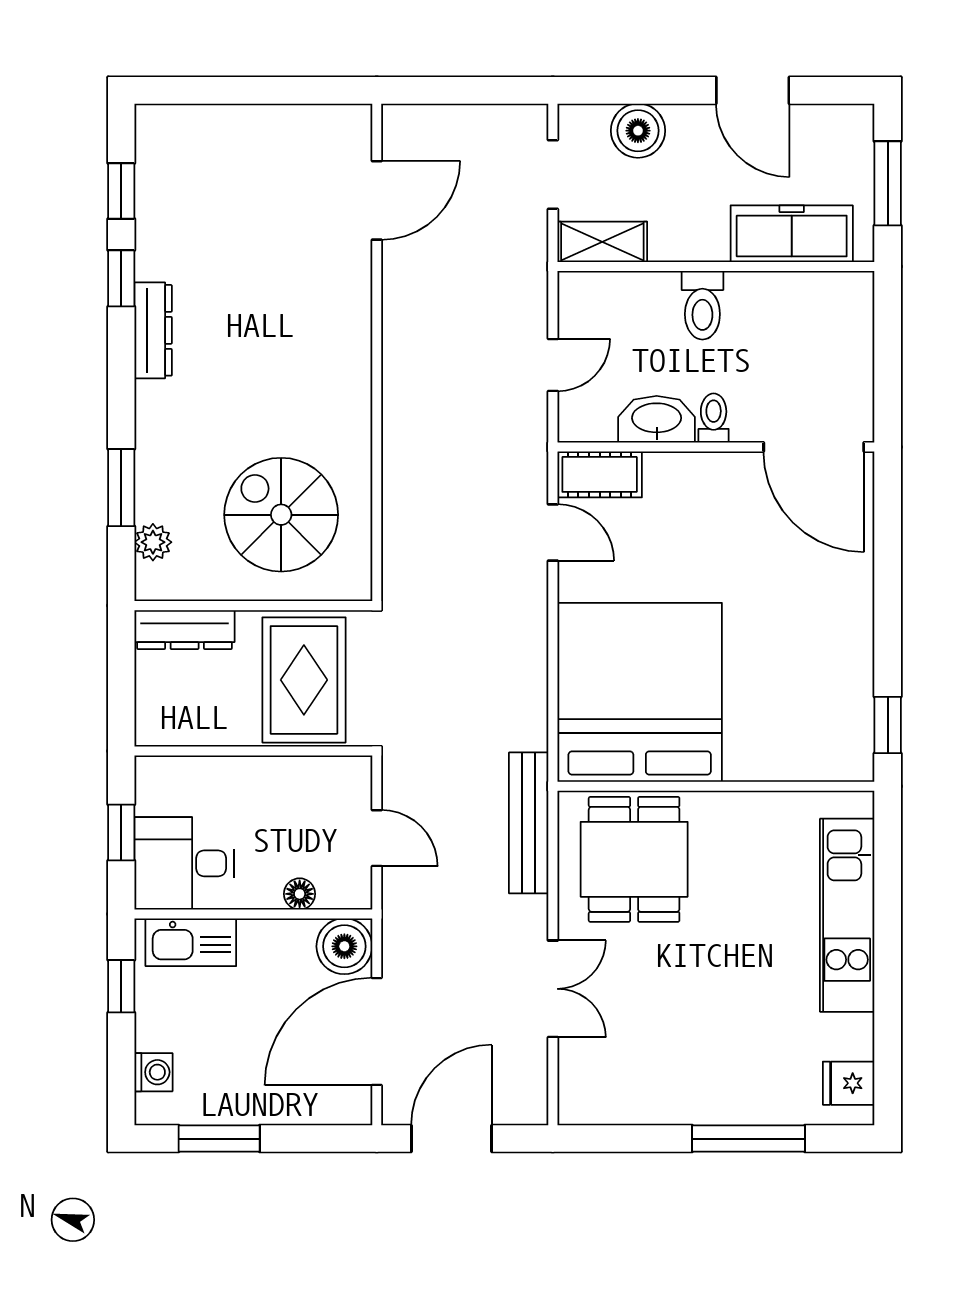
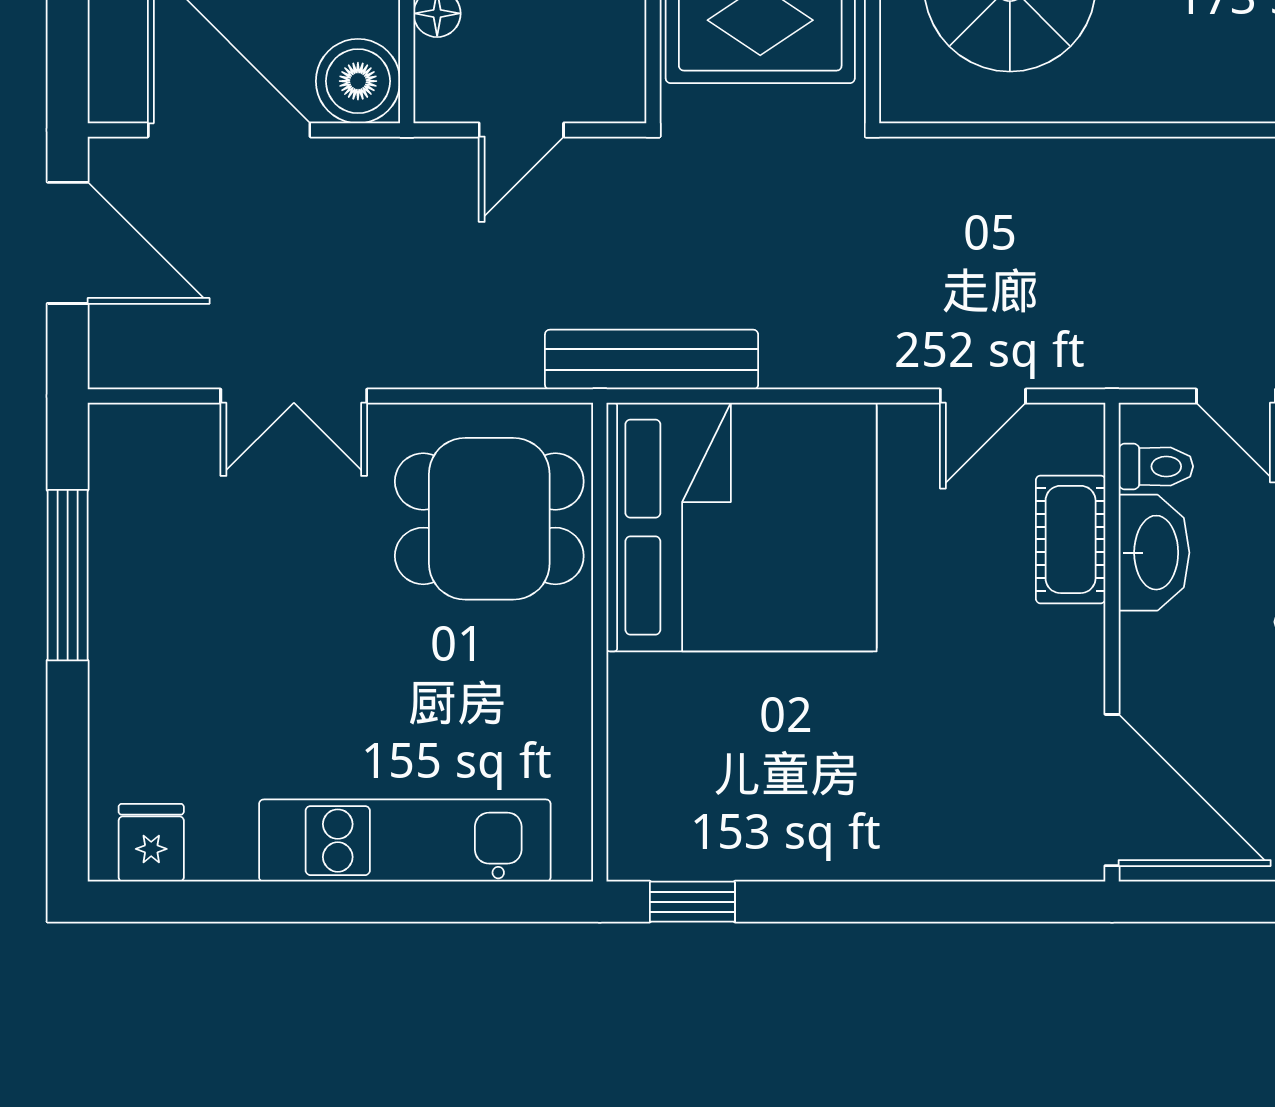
toilet: (714, 418) -> (1156, 466), moved
door: (814, 447) -> (1112, 790), swing flipped
cot: (600, 474) -> (1071, 539), moved
bench: (529, 823) -> (652, 360), moved
window: (749, 1139) -> (68, 575), moved

